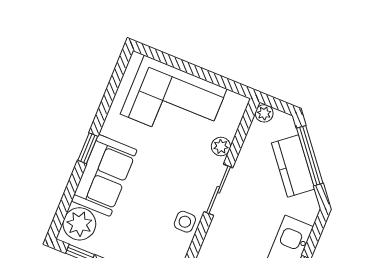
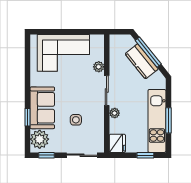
plant: (264, 113) -> (115, 113), moved
window: (88, 148) -> (27, 117), moved
side table: (185, 222) -> (76, 120), moved

